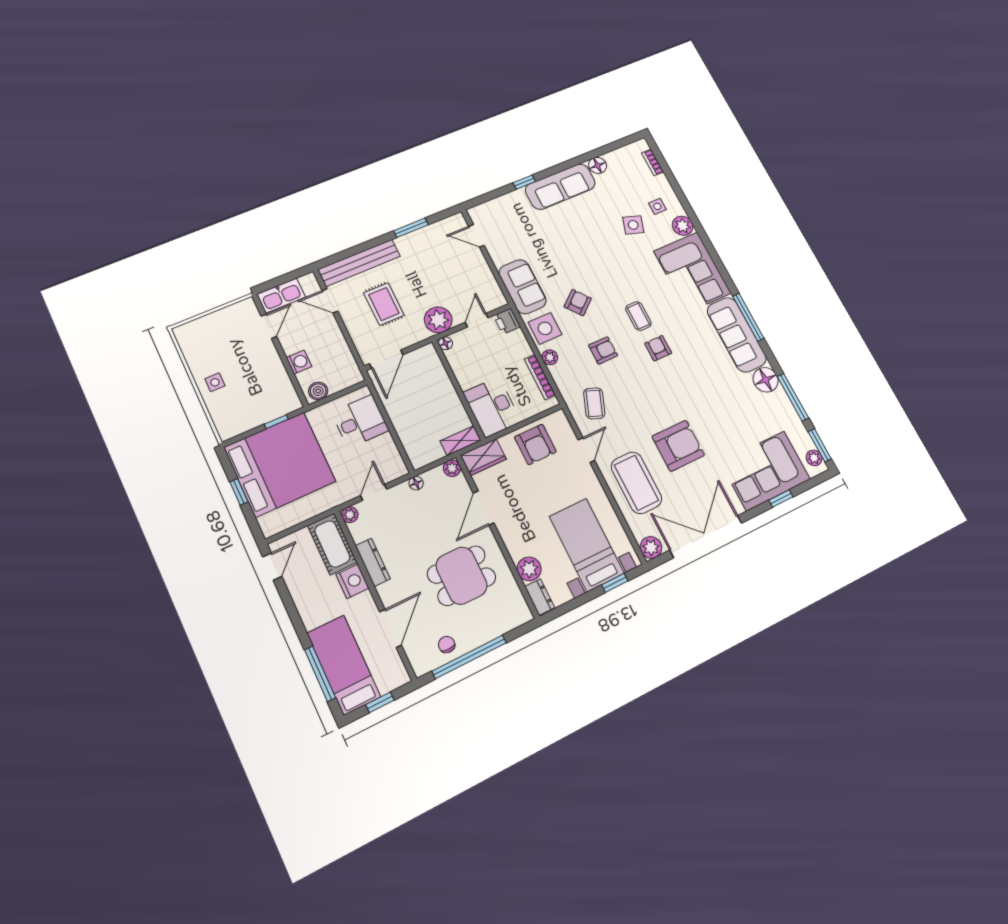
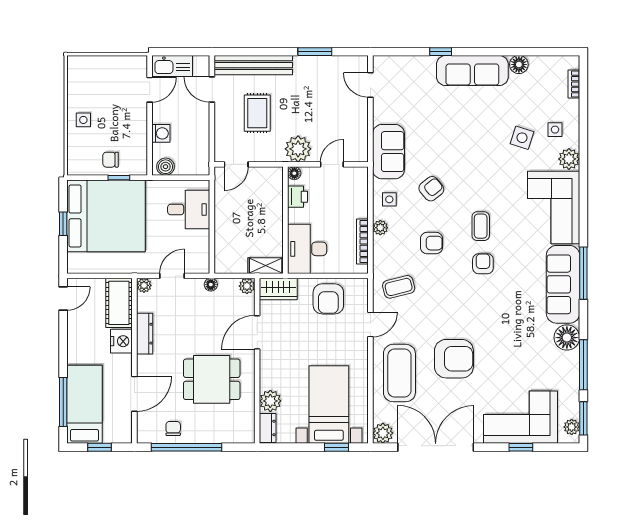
printer: (507, 321) -> (297, 197), moved, turned 180
side table: (545, 328) -> (389, 199), width x0.54, depth x0.54
door: (386, 359) -> (236, 164), width x0.73
coffee table: (594, 403) -> (399, 287), turned 55
chair: (260, 408) -> (111, 160), added

